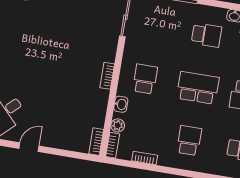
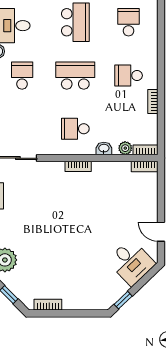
school desk: (198, 88) -> (75, 76), turned 90
bookcase: (145, 158) -> (153, 101), moved

